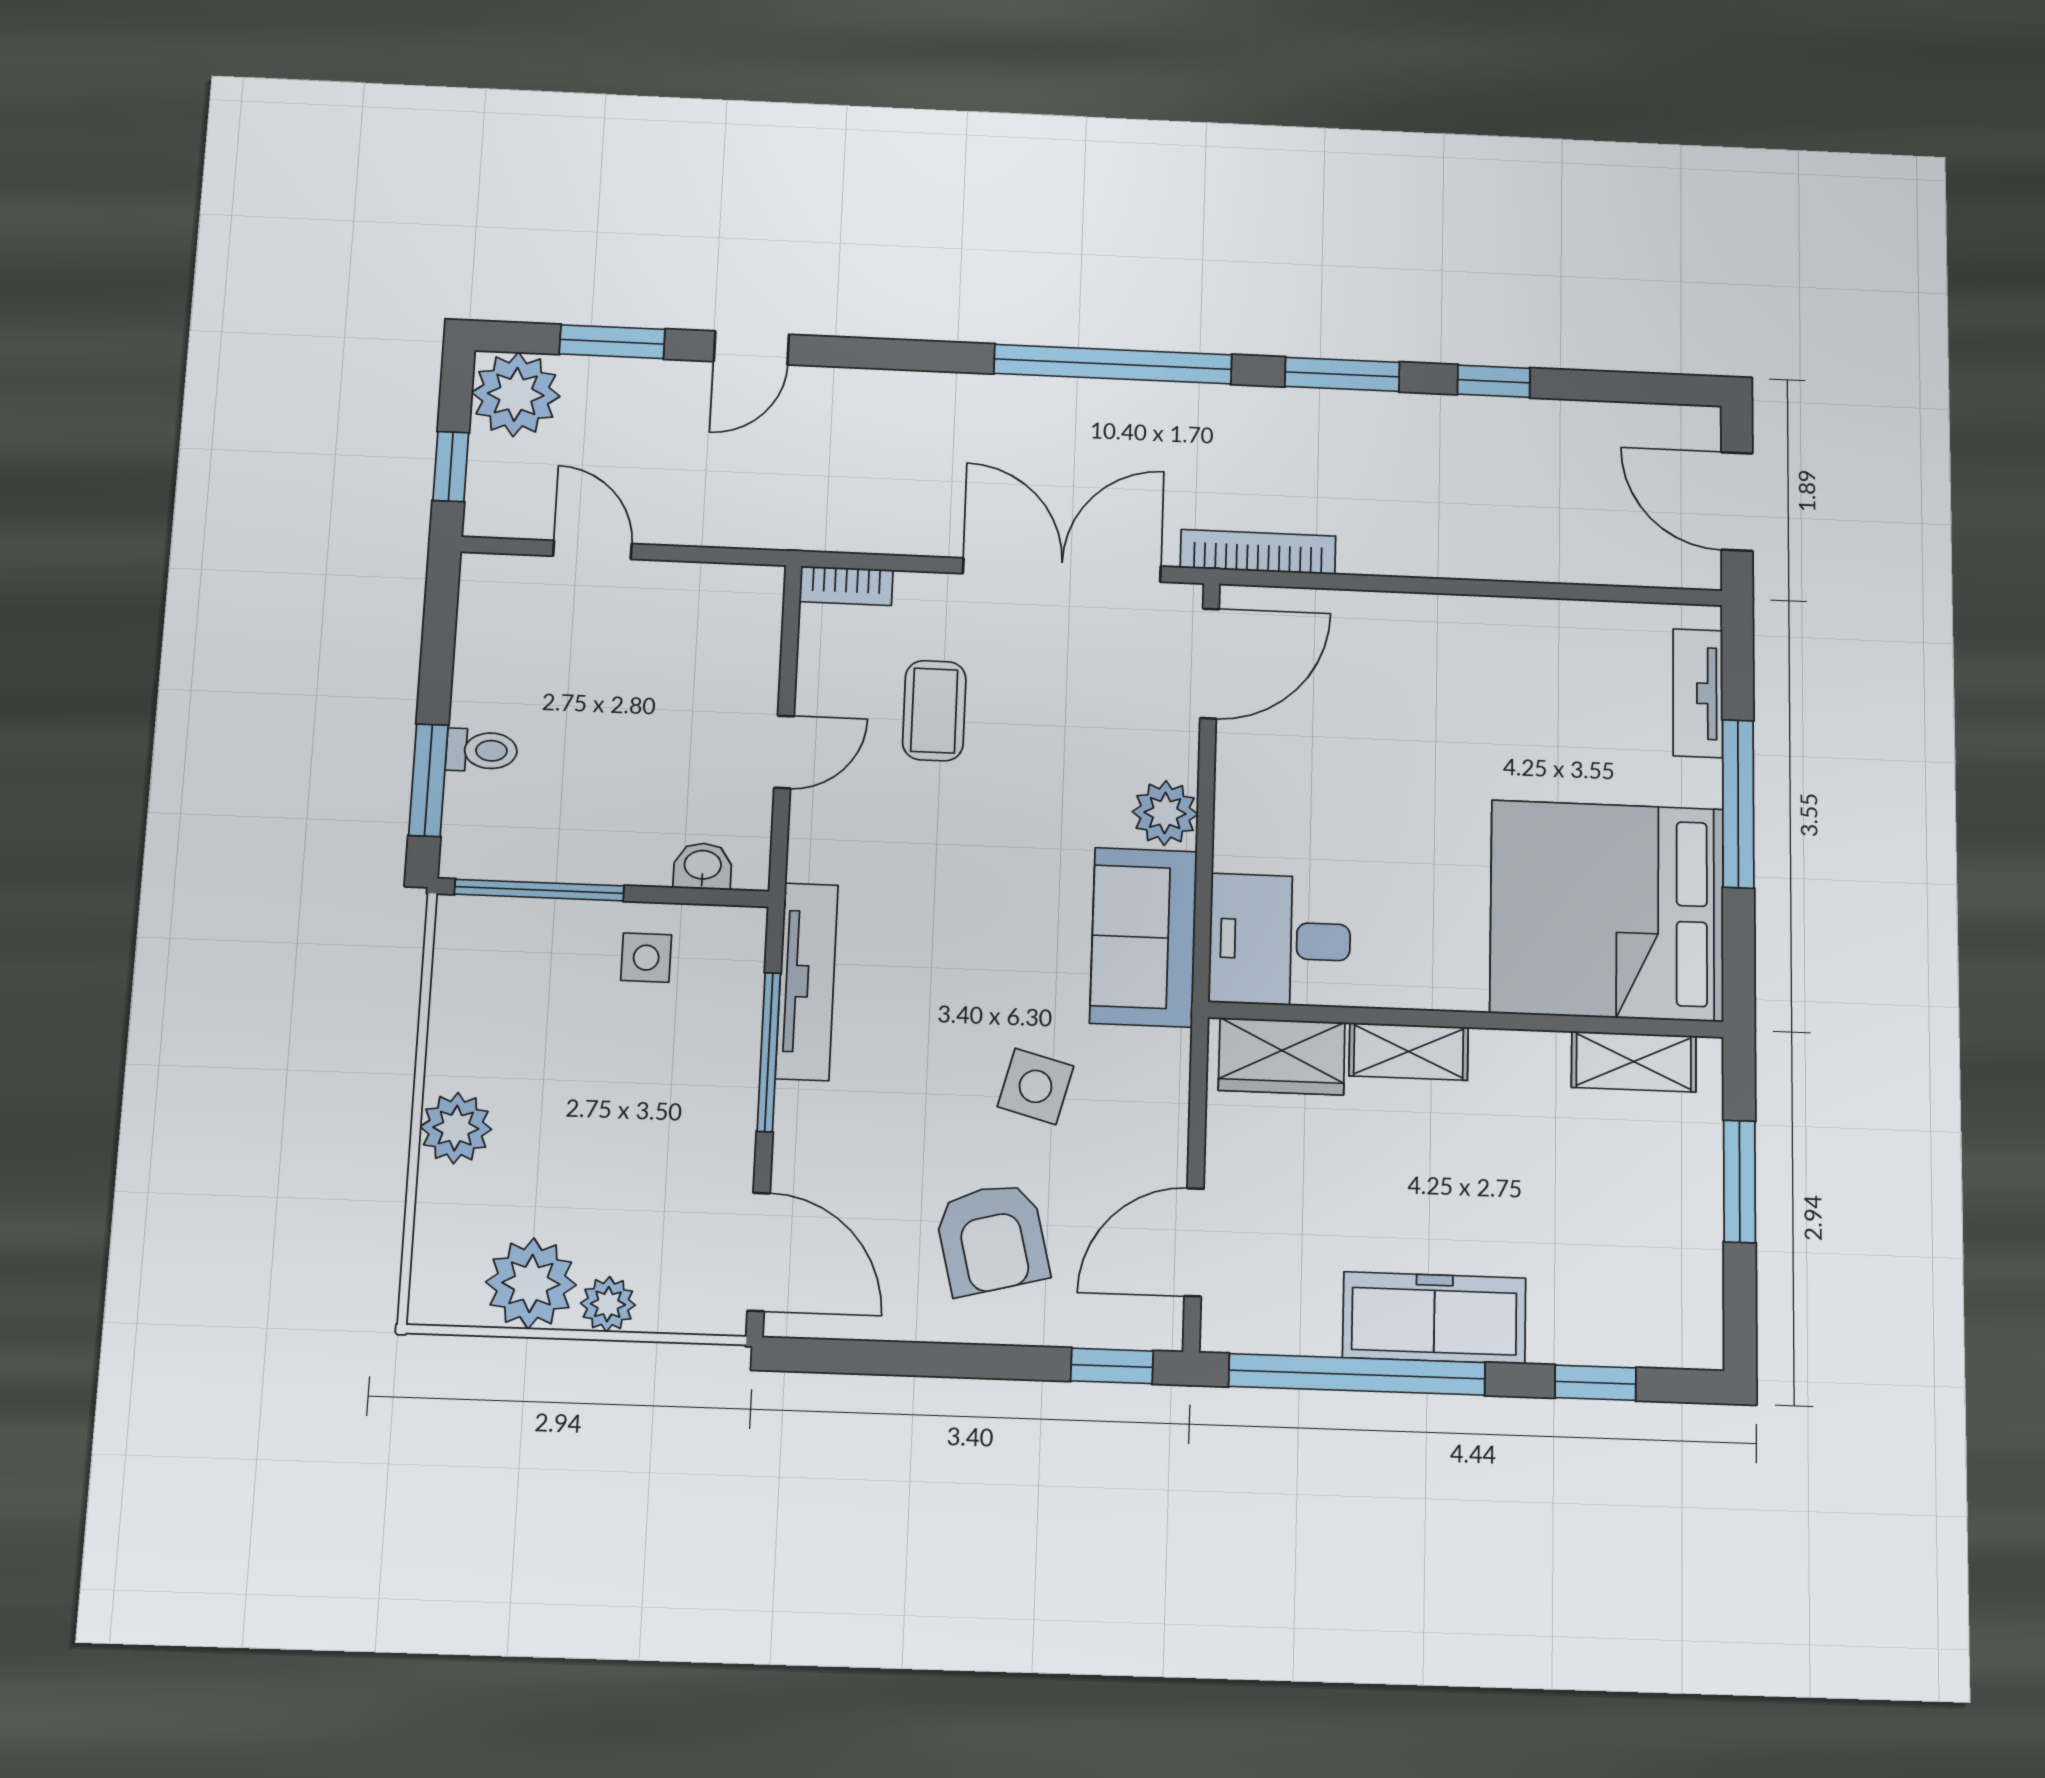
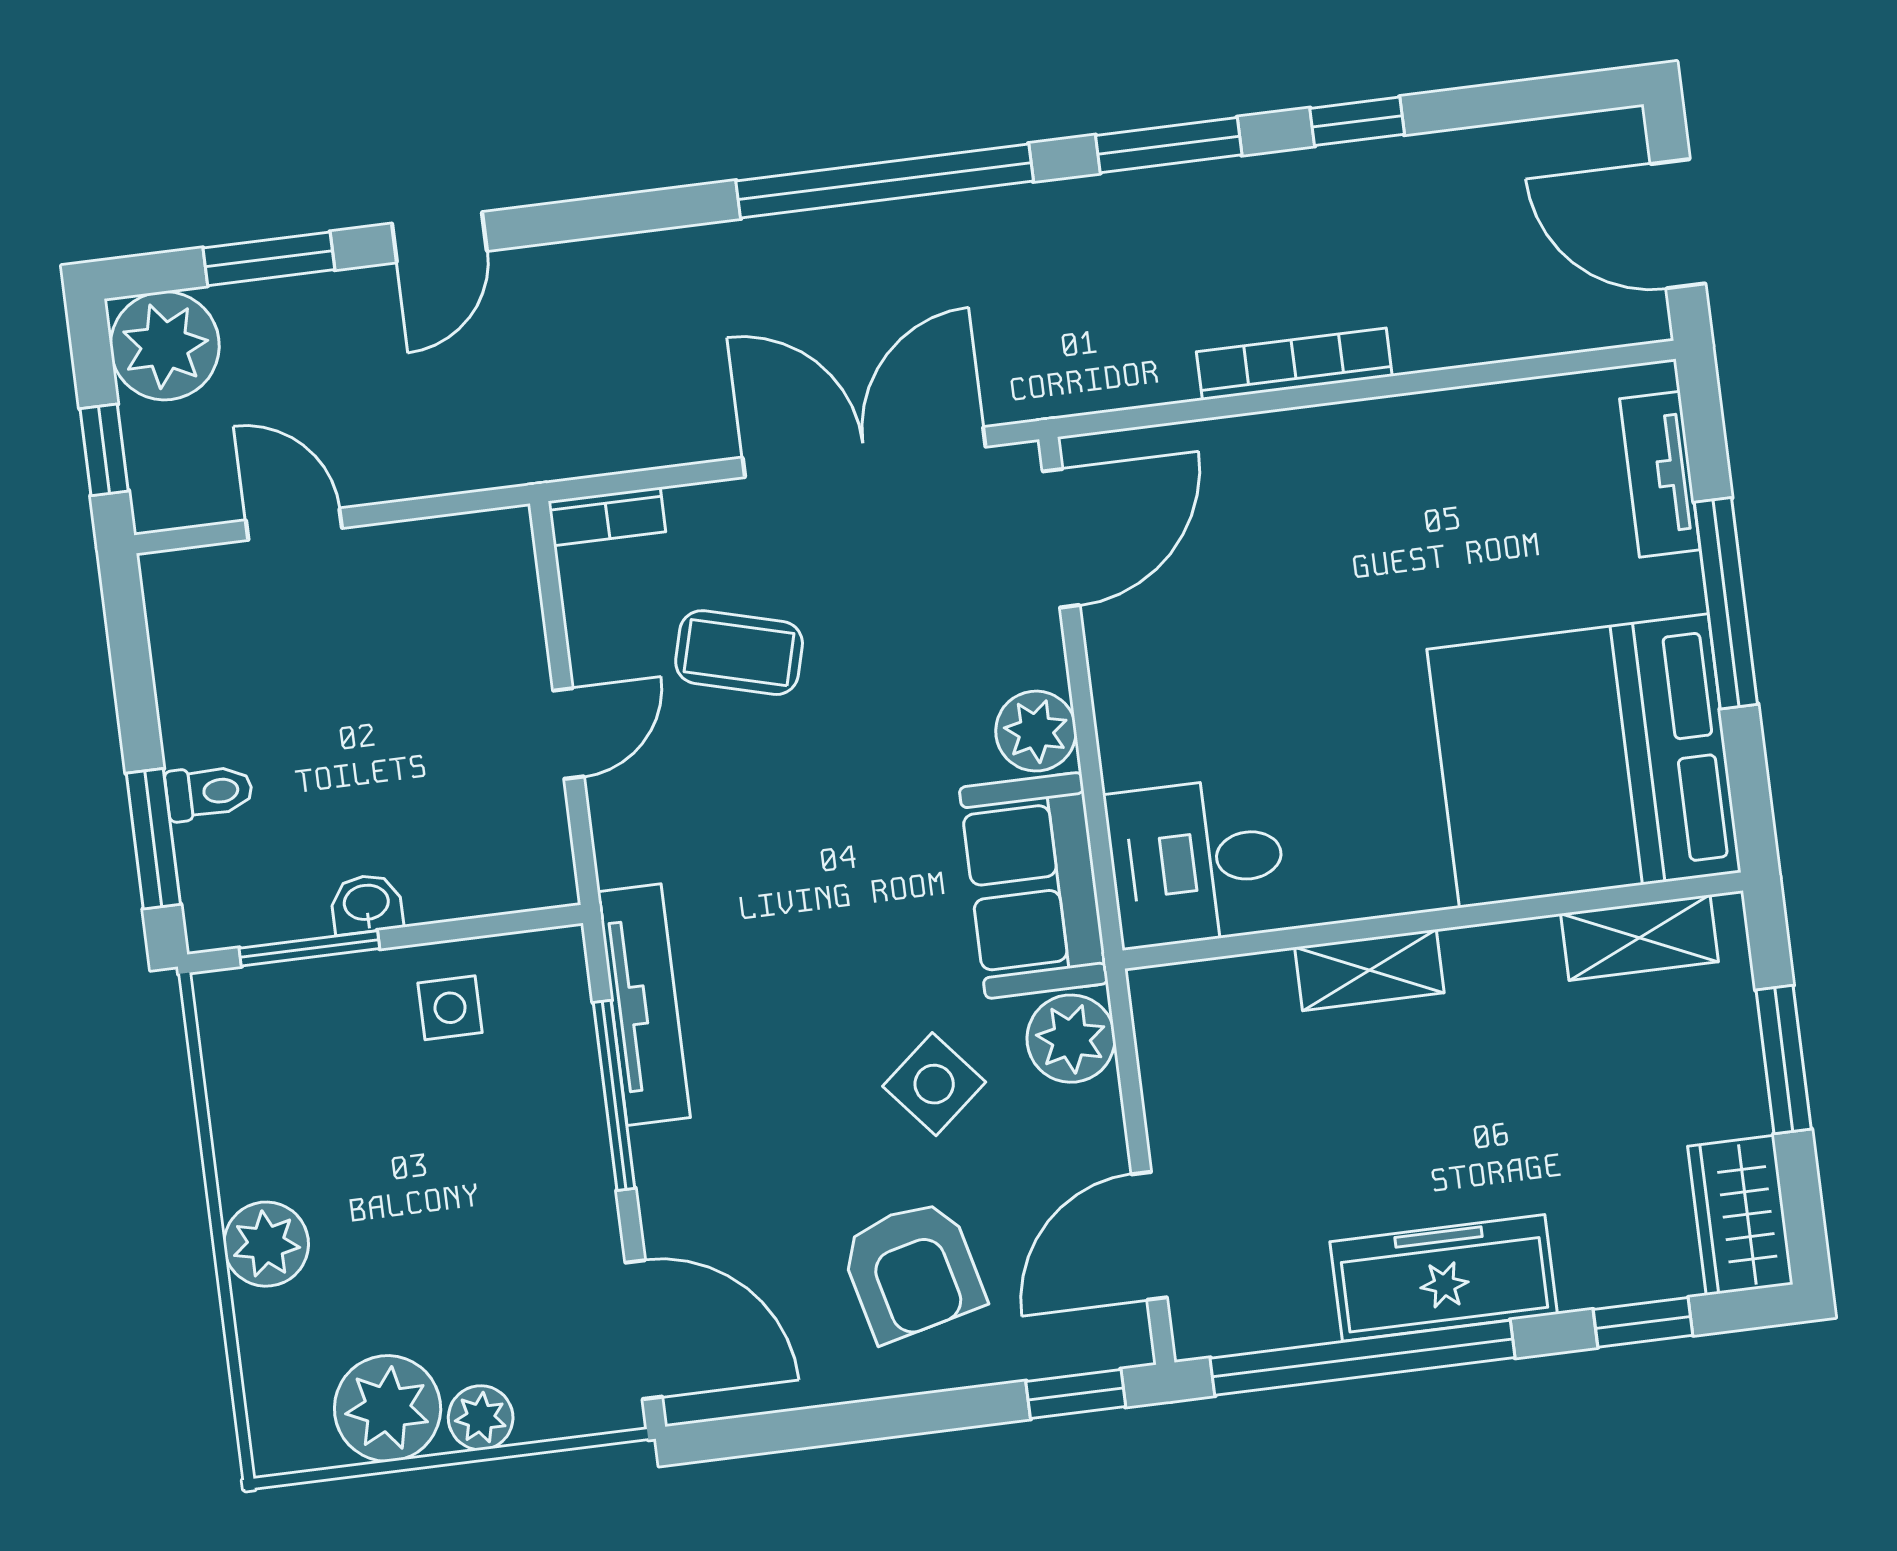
bookcase: (1258, 552) -> (1294, 364), moved
coffee table: (934, 711) -> (739, 653), turned -75
washbasin: (703, 866) -> (366, 904), moved
window: (539, 890) -> (309, 948), width x0.69
wardrobe: (1282, 1056) -> (1740, 1215), moved, turned 90
plant: (1155, 1067) -> (1071, 1039), added
side table: (1035, 1086) -> (934, 1084), turned 35

